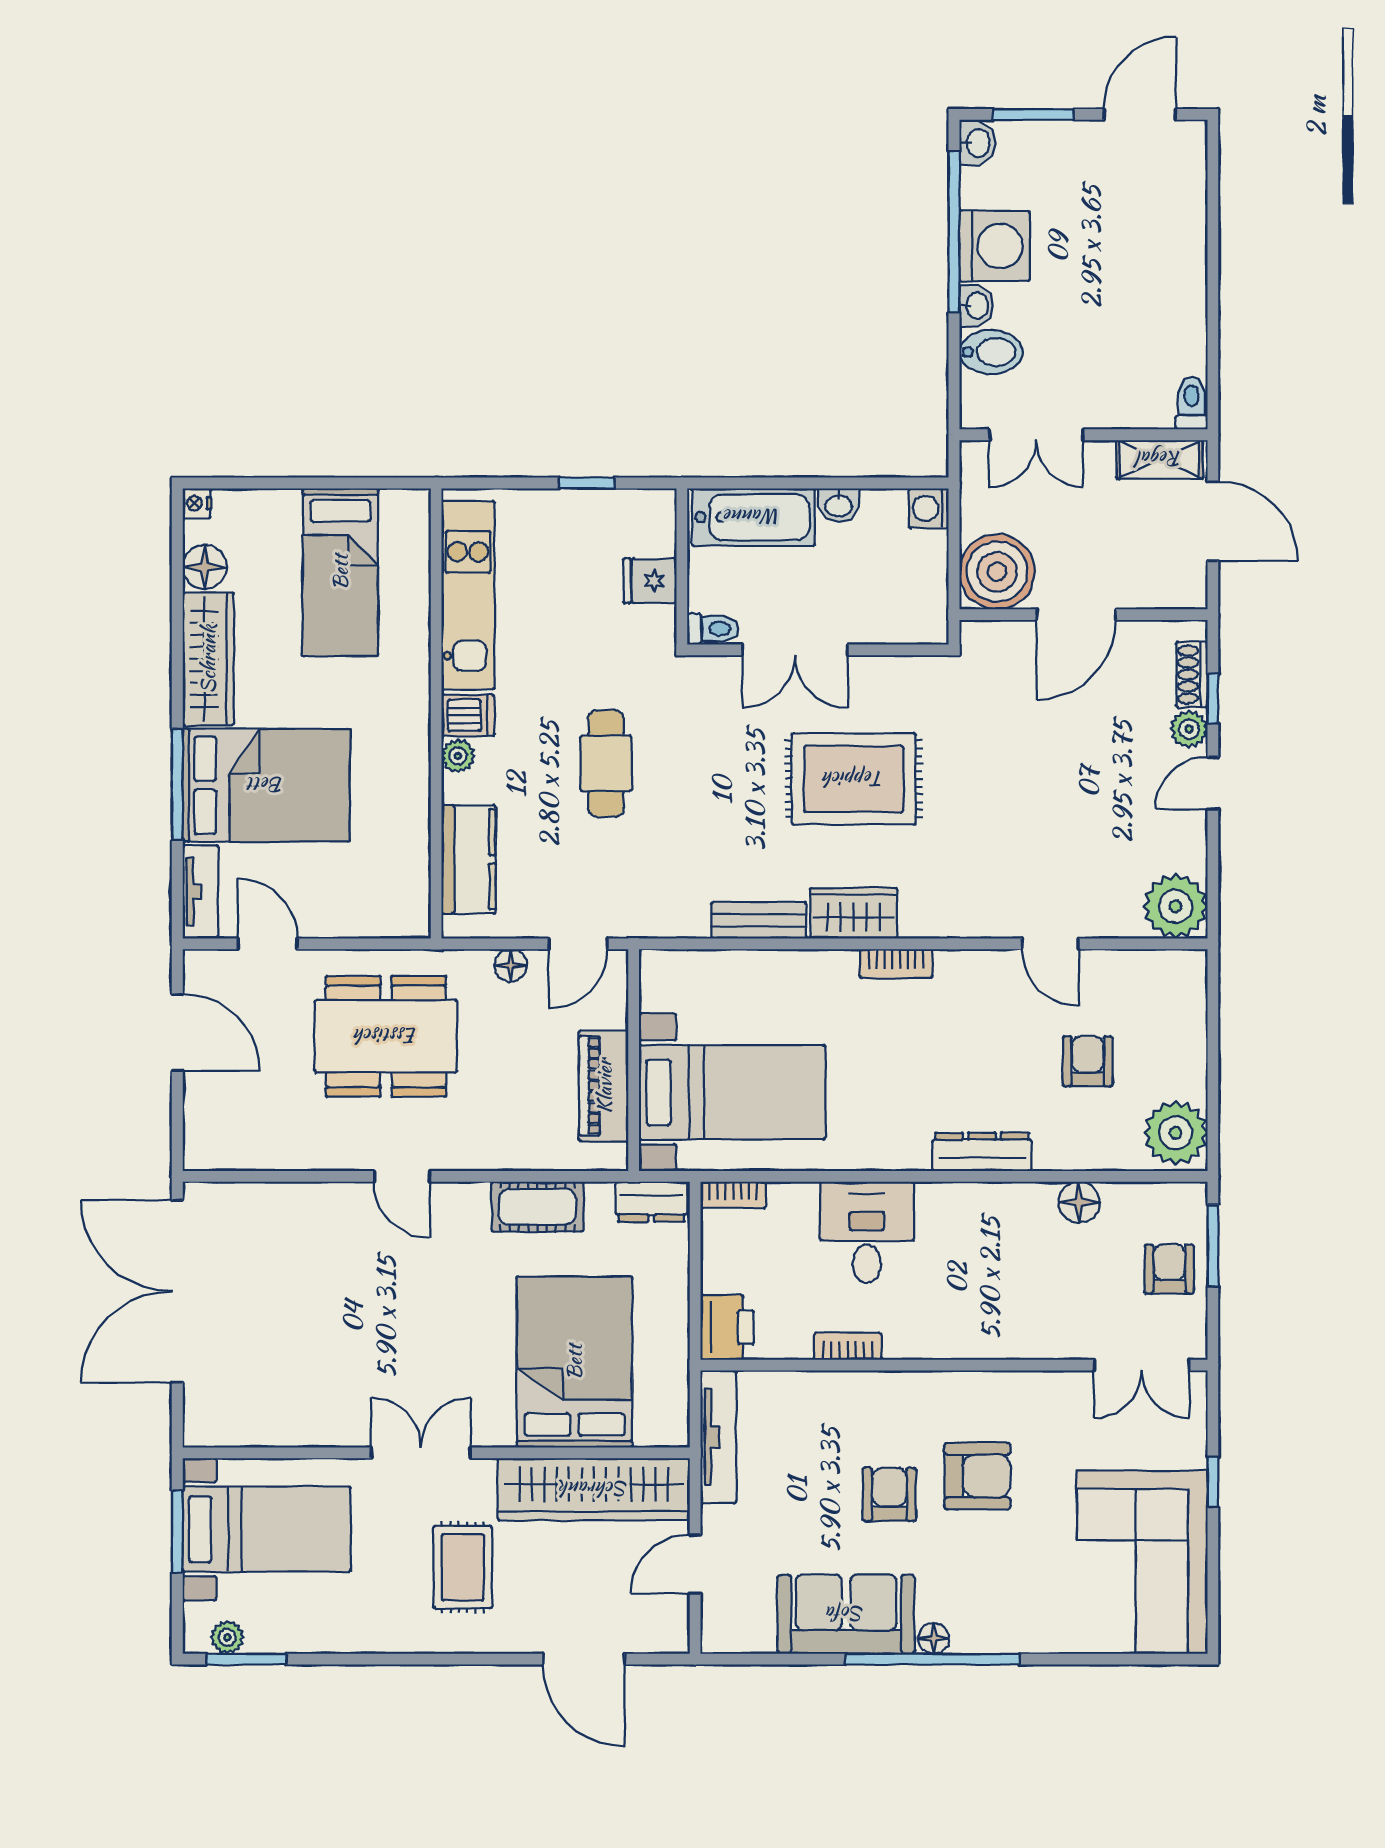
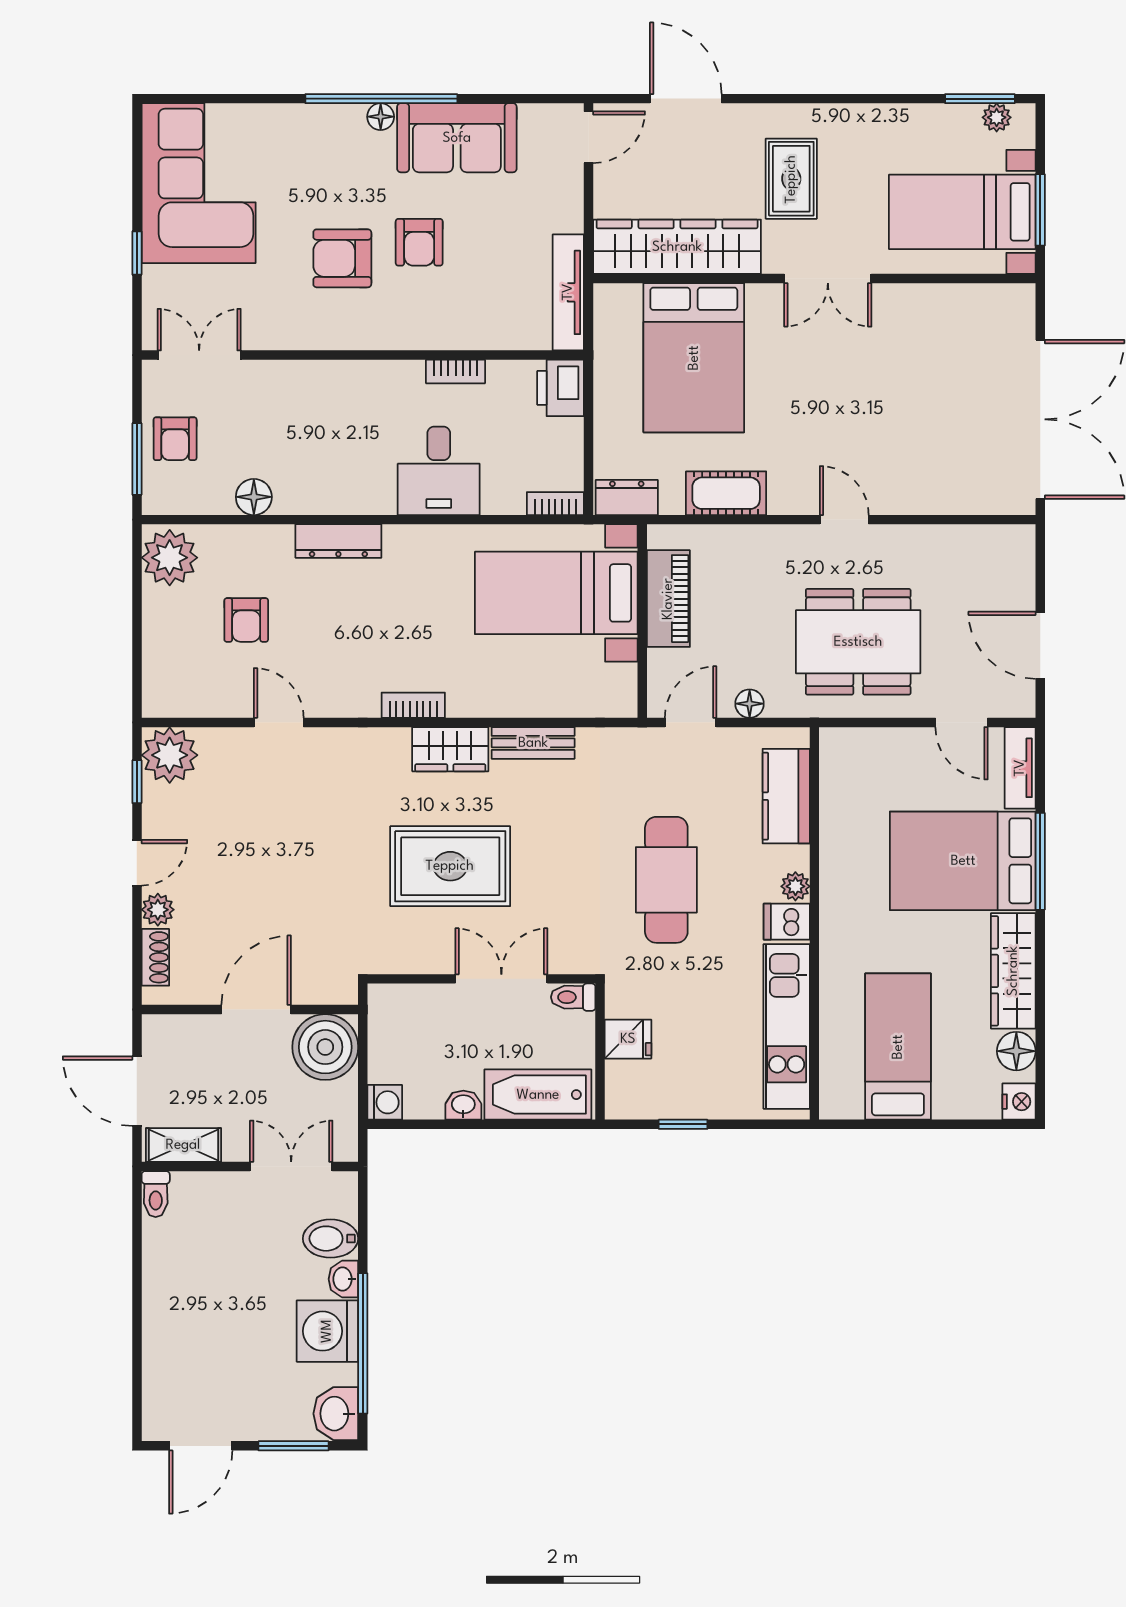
washbasin: (977, 143) -> (336, 1414), width x1.38, depth x1.45
nightstand: (197, 503) -> (1019, 1102), width x1.39, depth x1.35
window: (1213, 699) -> (137, 782), moved
cafe table: (606, 763) -> (666, 880), width x1.37, depth x1.35
door: (695, 1564) -> (589, 137), moved

